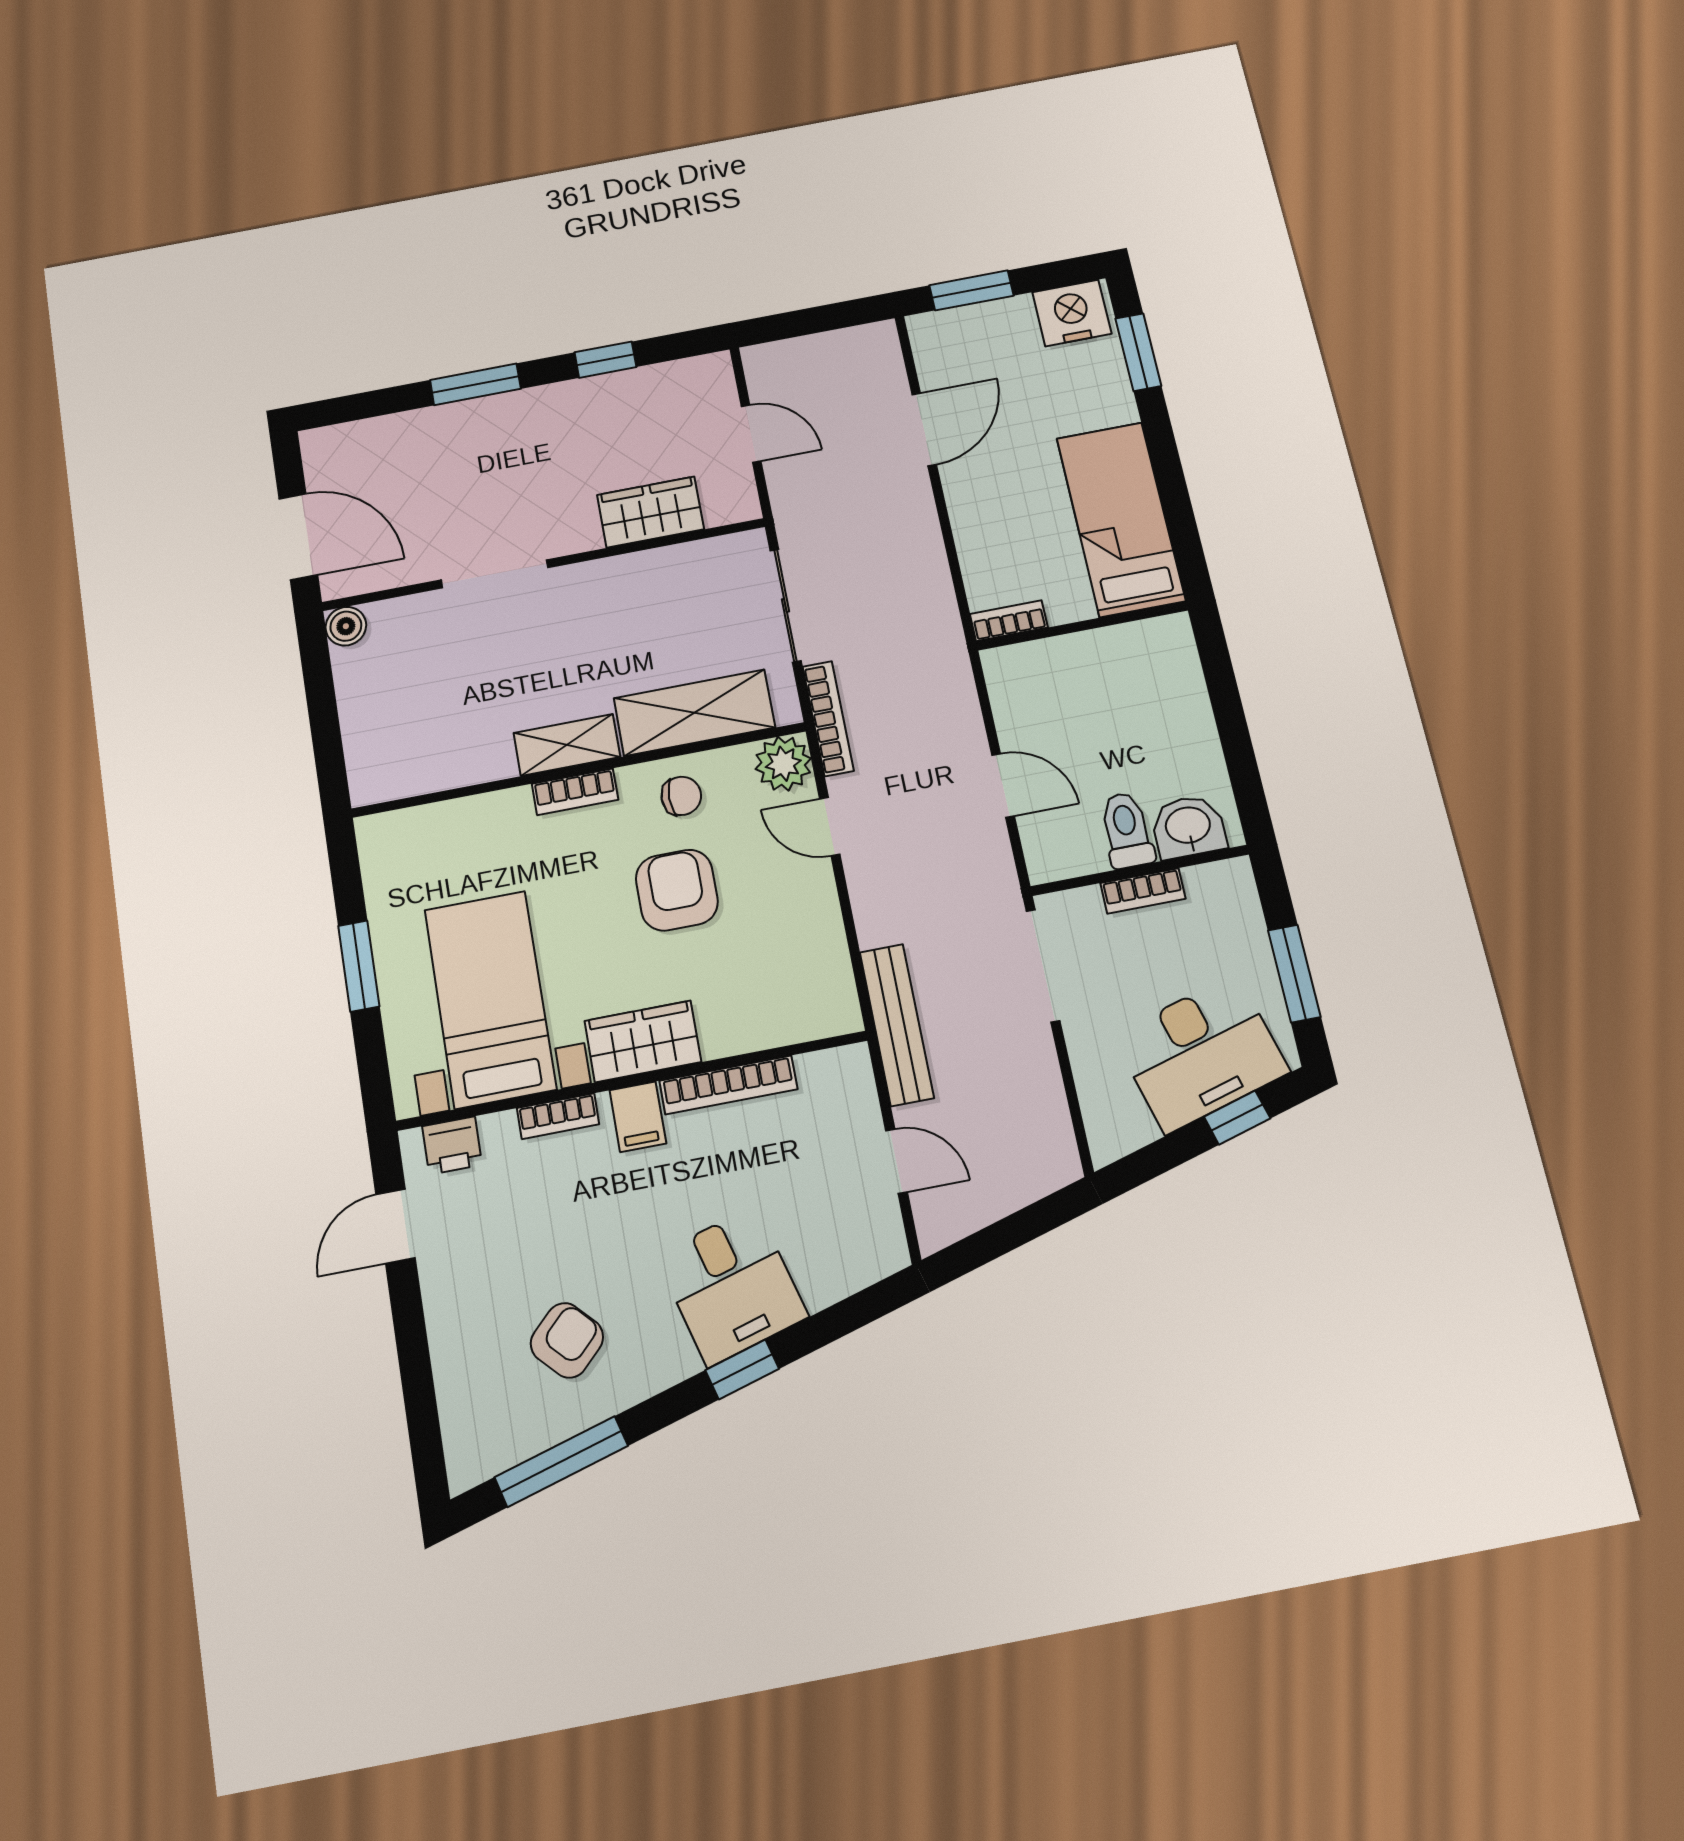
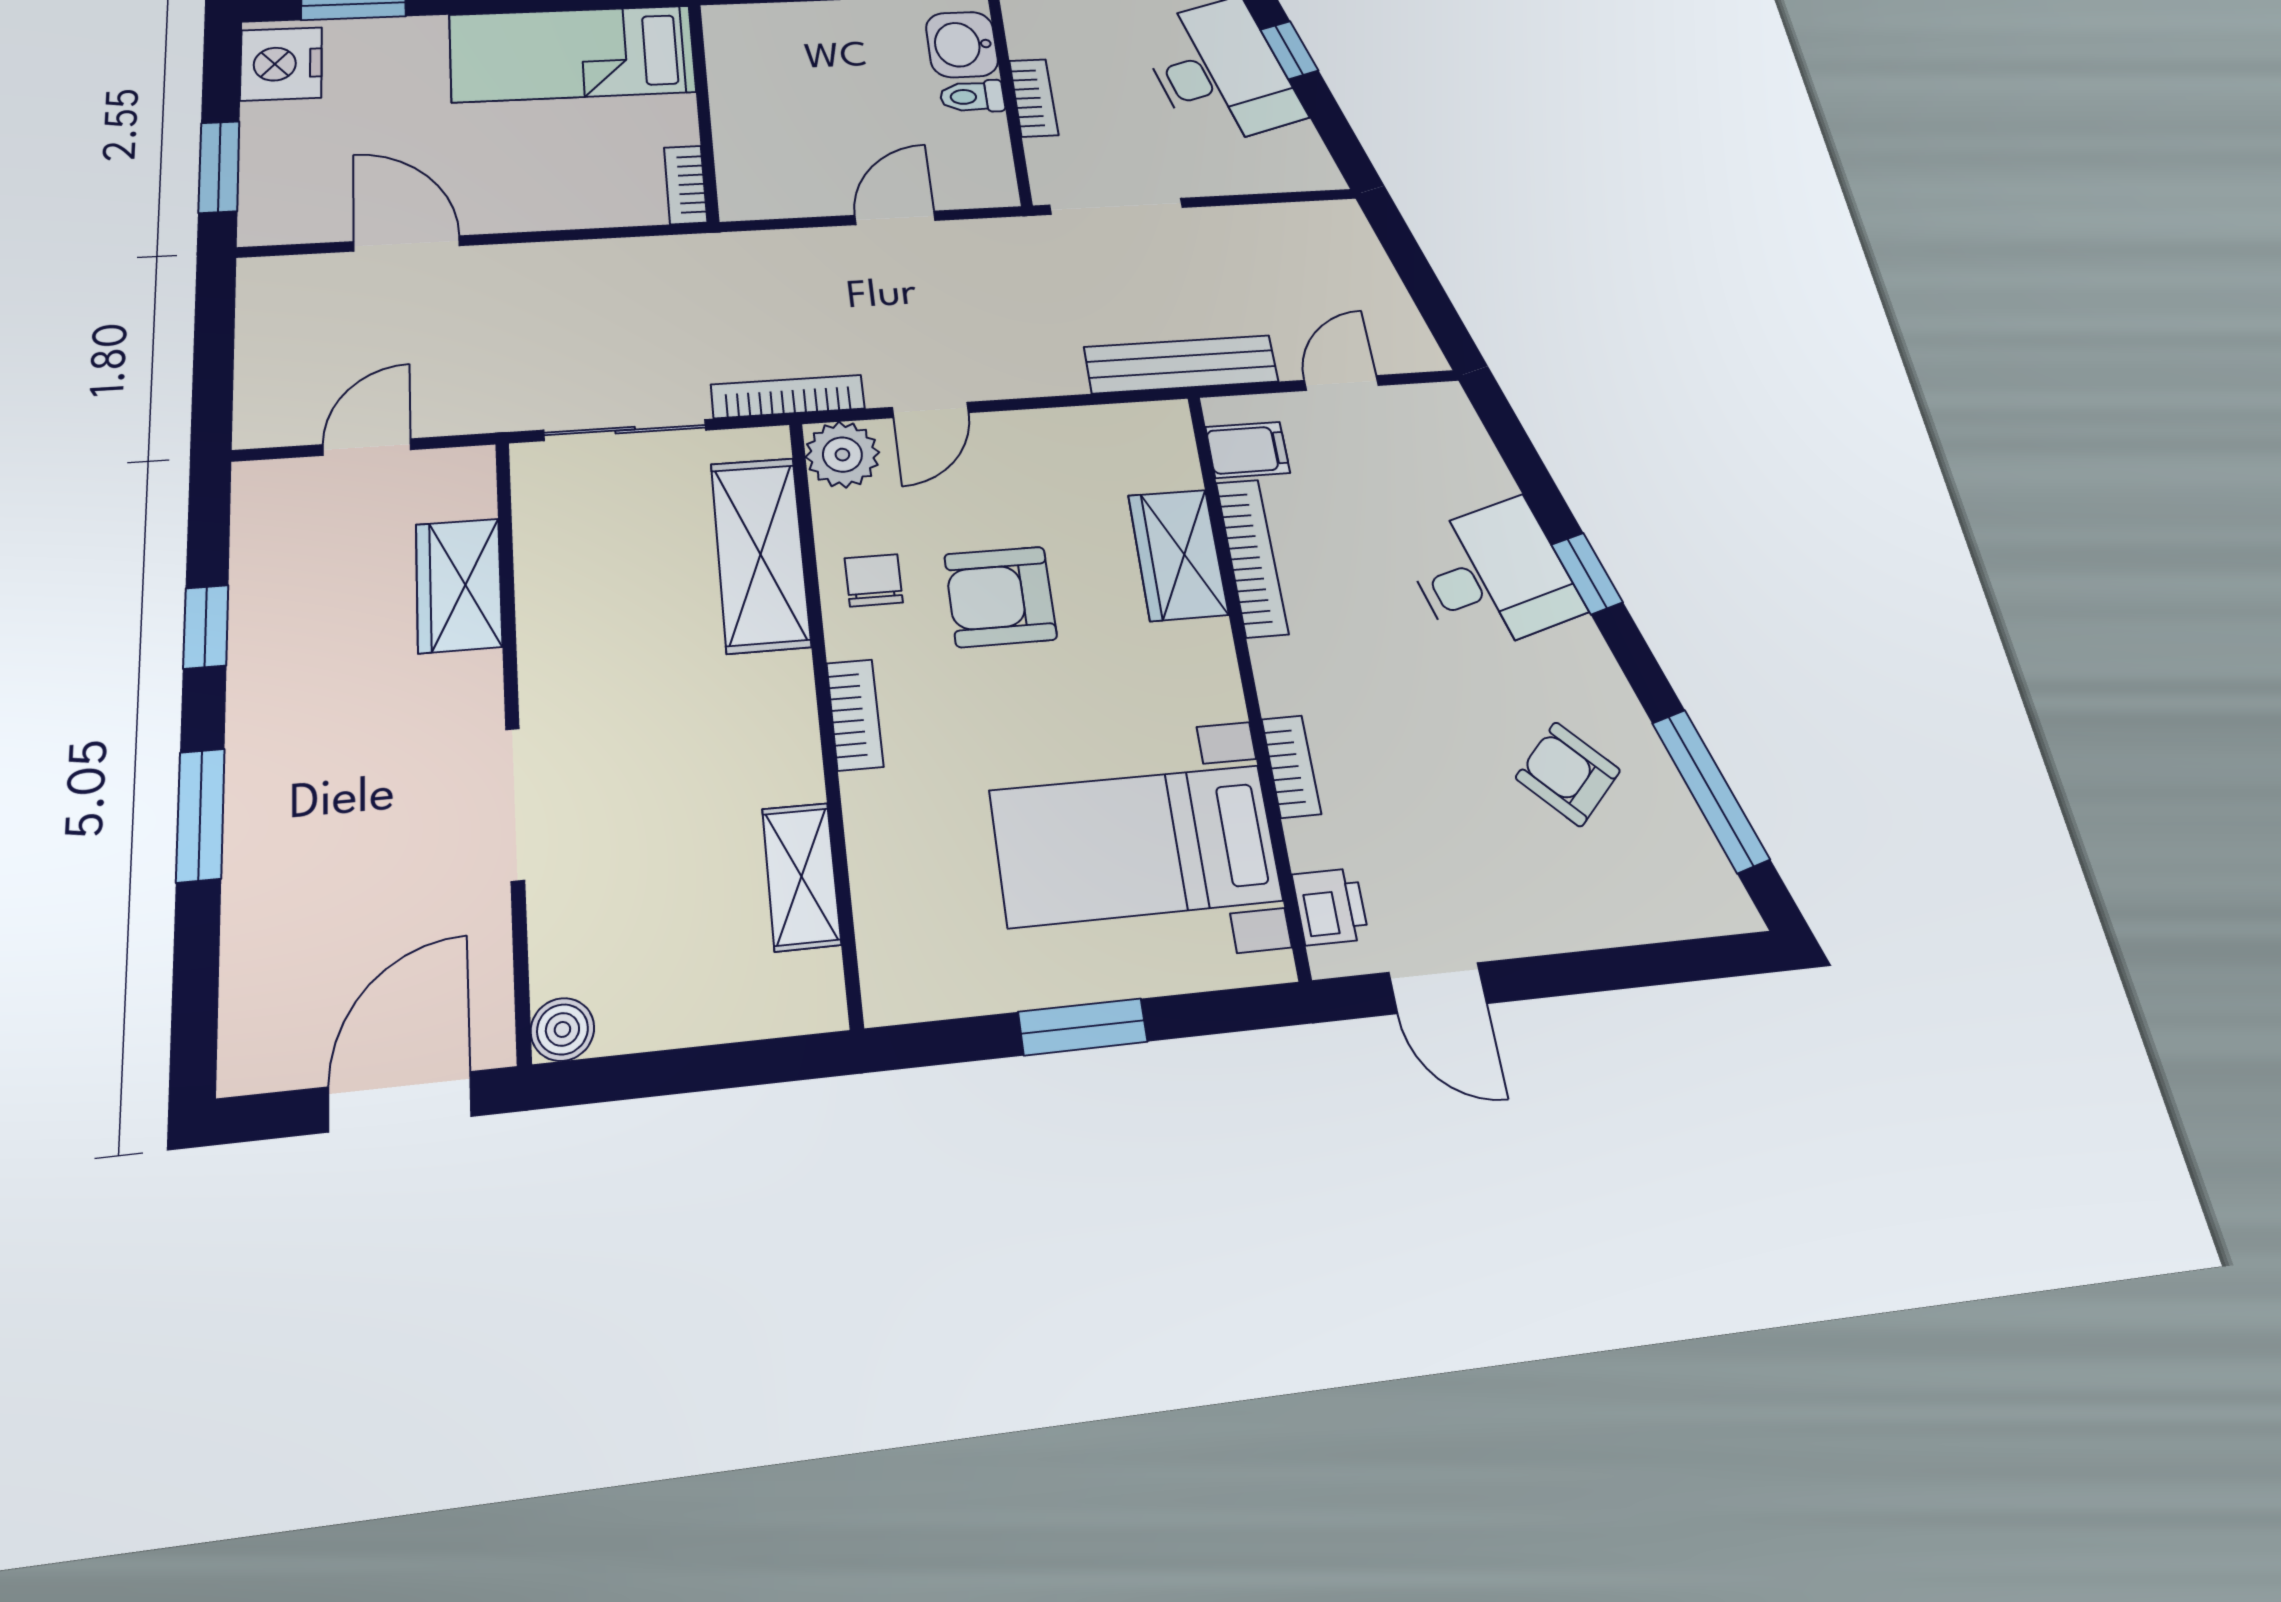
shelving: (567, 745) -> (801, 876), moved
toilet: (1127, 830) -> (972, 97), width x0.73, depth x0.72
wardrobe: (643, 1041) -> (1178, 555), moved
filing cabinet: (638, 1117) -> (1248, 450), moved

